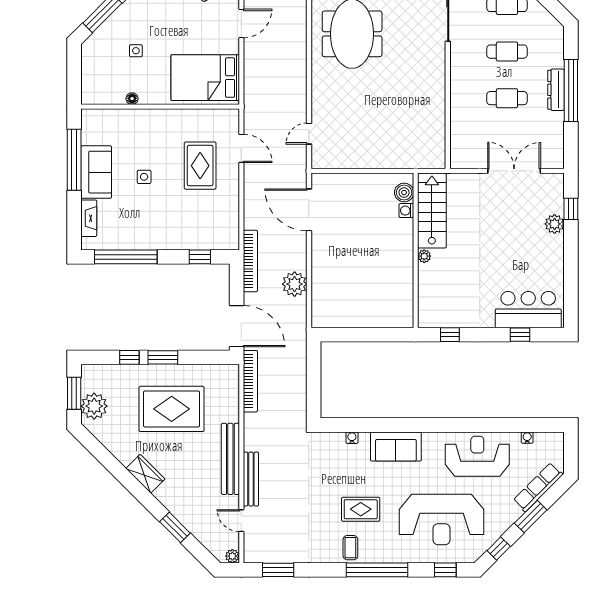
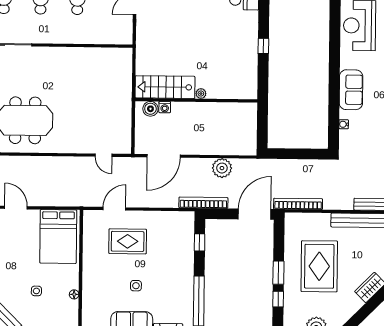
boiler: (404, 193) -> (150, 109), moved
washing machine: (406, 211) -> (165, 107), moved
stairs: (432, 211) -> (165, 87), moved
wall: (416, 250) -> (196, 100), moved
plant: (424, 256) -> (201, 94), moved

